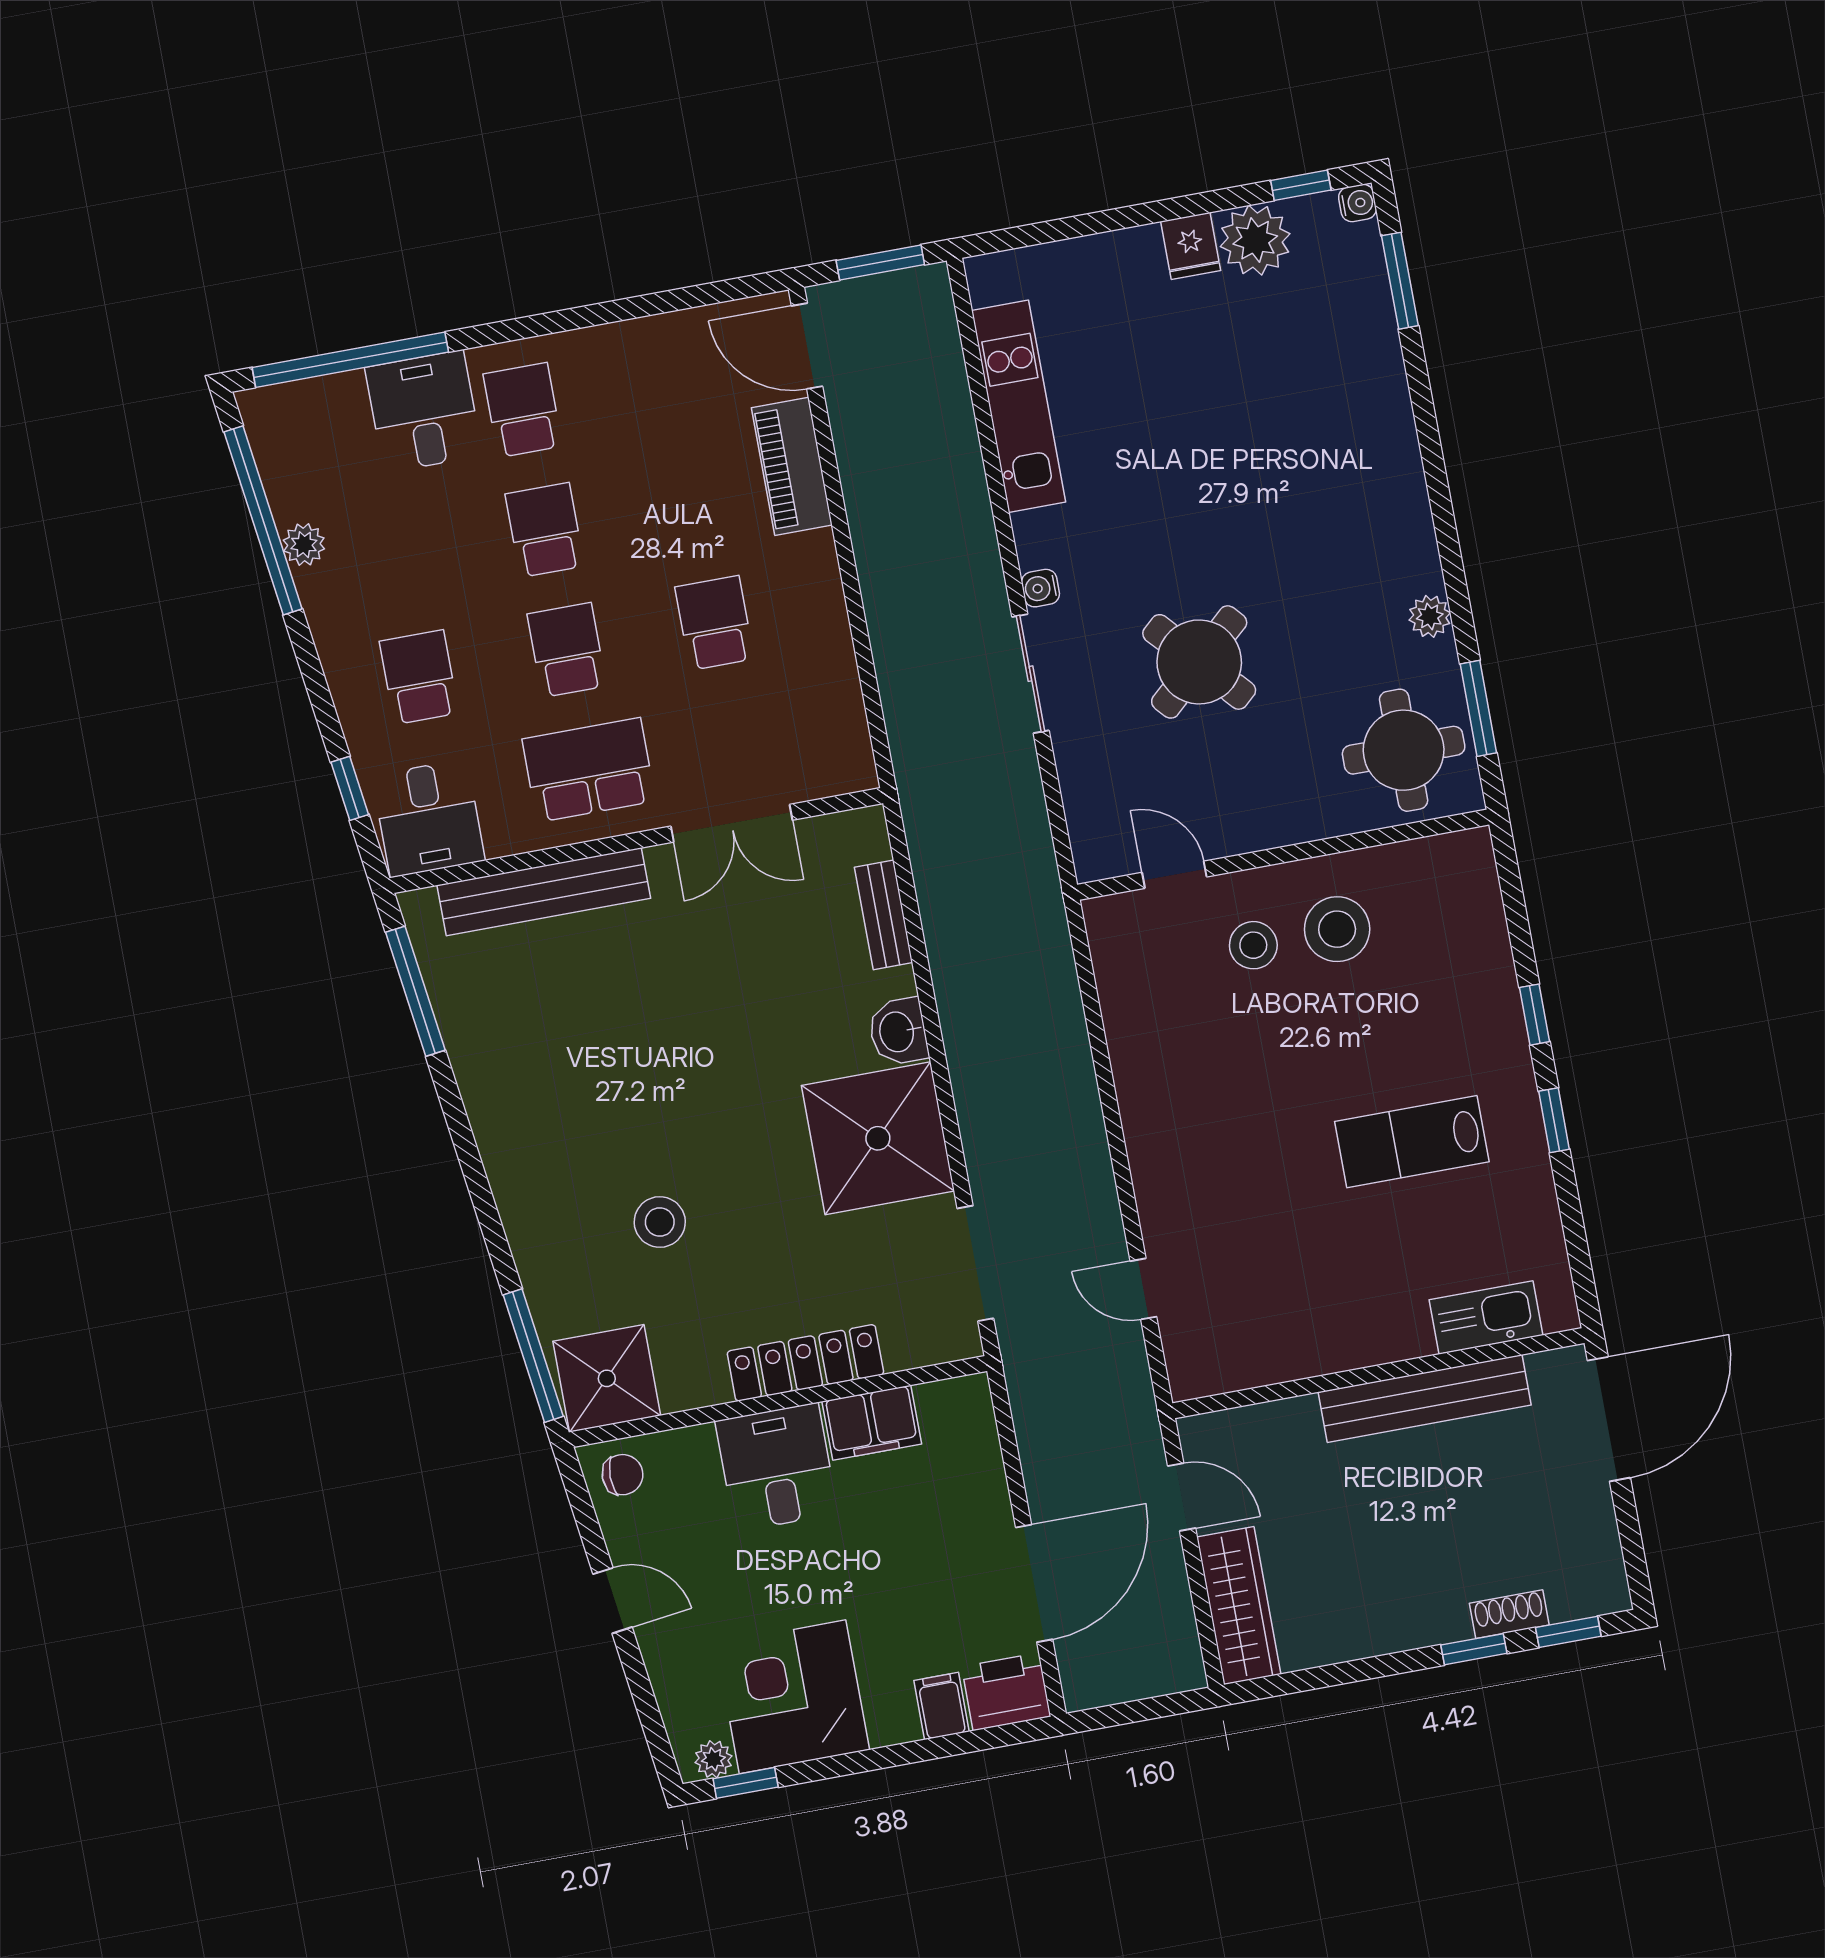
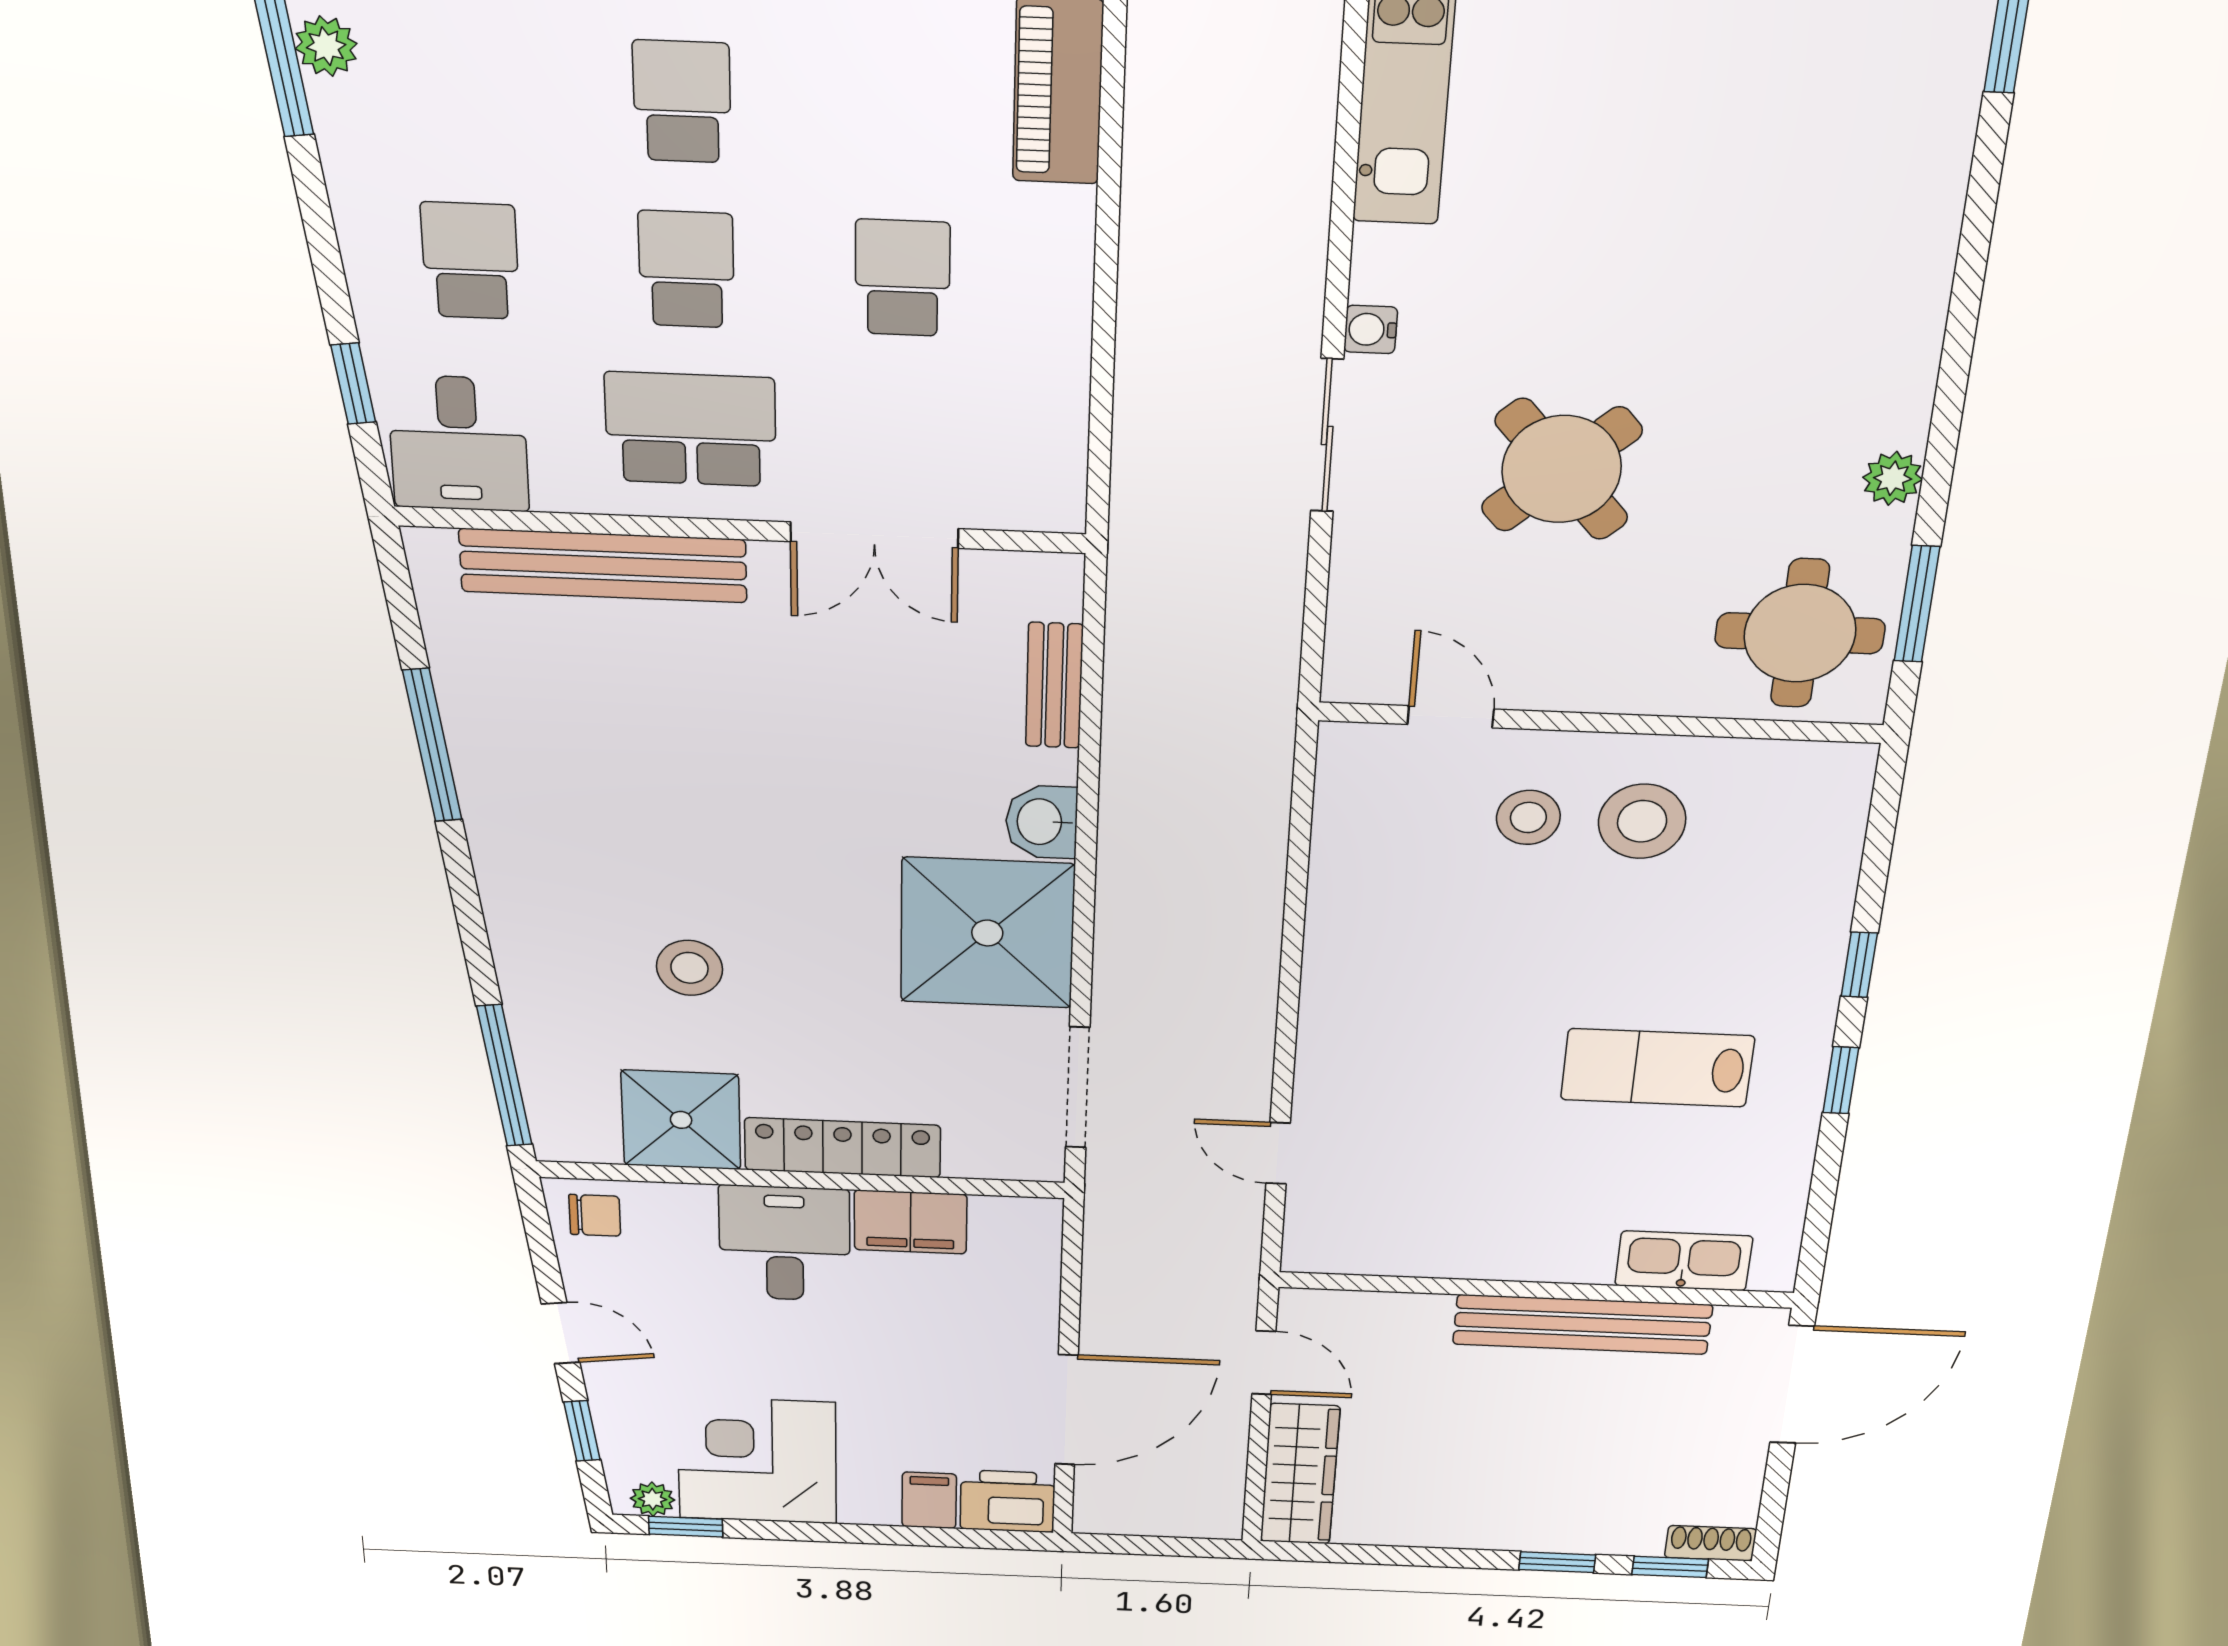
window: (415, 991) -> (432, 745), moved
shower: (607, 1378) -> (681, 1120), moved
shoe rack: (1509, 1614) -> (1711, 1543), moved
window: (644, 1699) -> (582, 1431), added

